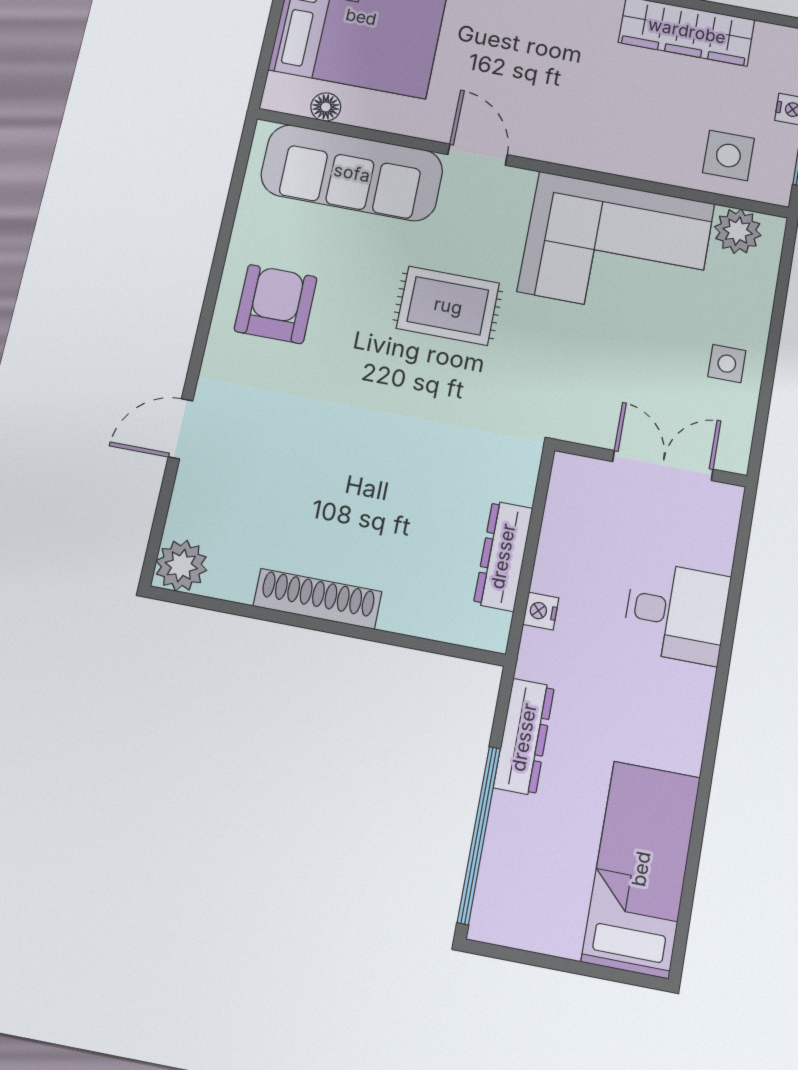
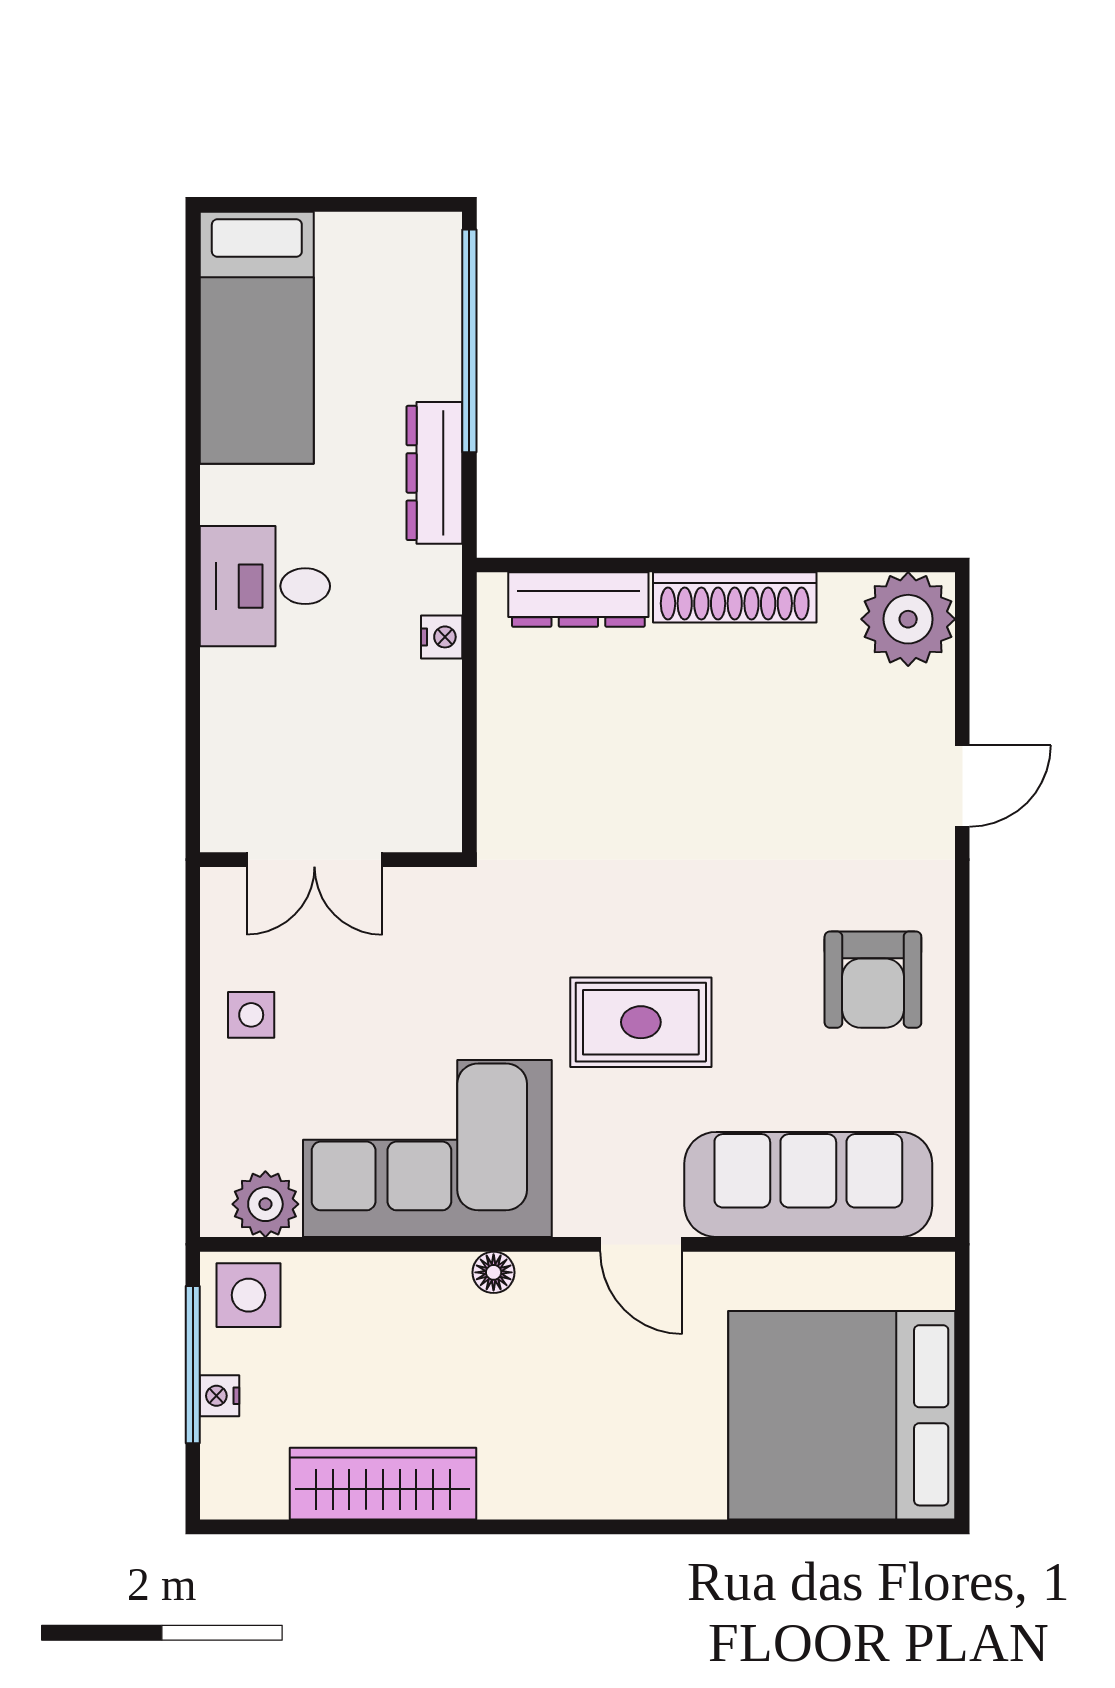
floor lamp: (326, 107) -> (494, 1272), moved
side table: (728, 156) -> (248, 1295), moved
dresser: (503, 556) -> (578, 600), moved, turned 90
plant: (181, 566) -> (908, 619), width x1.36, depth x1.36
desk: (676, 613) -> (265, 586), moved

